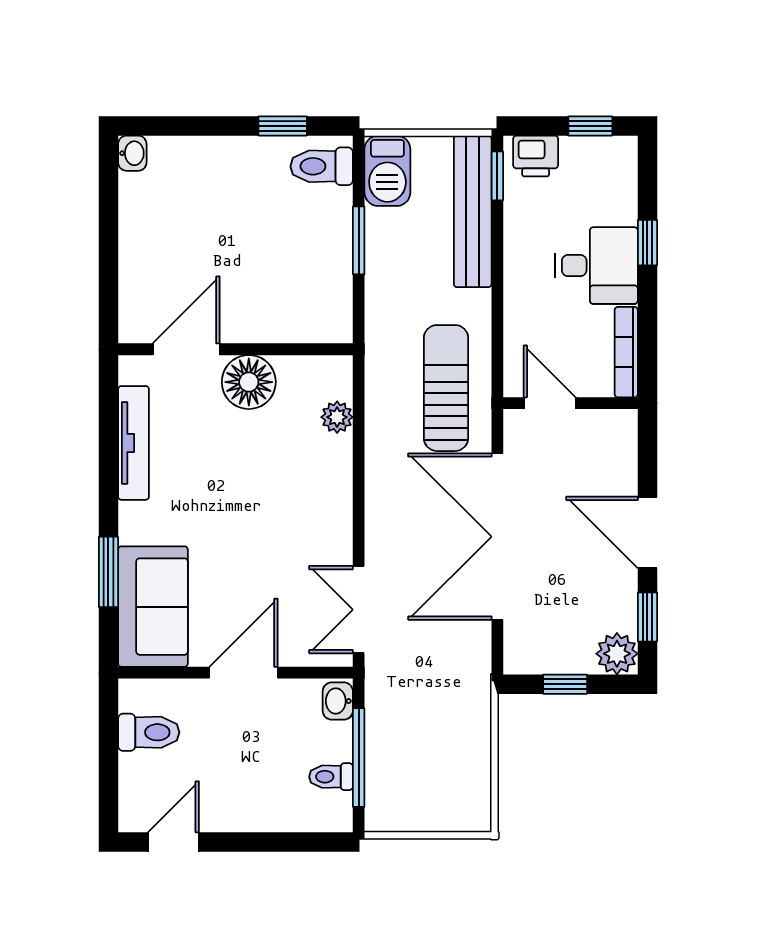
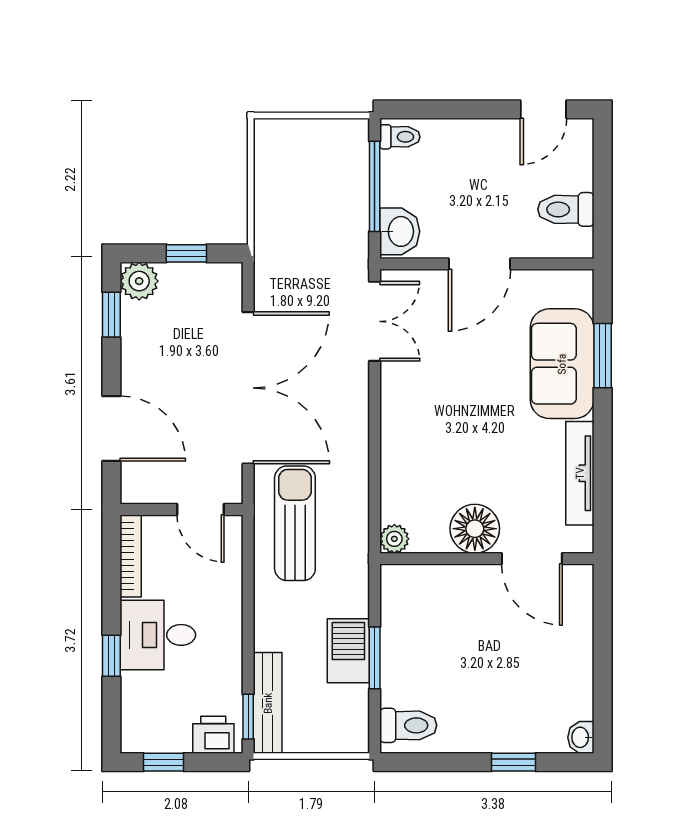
window: (283, 126) -> (514, 762), moved
barbecue: (387, 171) -> (348, 651), moved
bench: (473, 211) -> (268, 703), width x0.73, depth x0.82
door: (186, 349) -> (532, 559), hinge flipped
sun lounger: (446, 388) -> (295, 523), turned 180
plant: (337, 417) -> (394, 539), moved
door: (647, 532) -> (111, 429), moved
sofa: (153, 607) -> (562, 364), moved
washbasin: (338, 701) -> (400, 231), width x1.38, depth x1.45
toilet: (331, 777) -> (400, 137), moved

